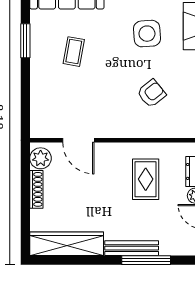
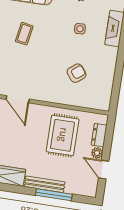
side table: (147, 34) -> (80, 29), width x0.54, depth x0.54
rug: (146, 179) -> (63, 135), width x1.36, depth x1.43

